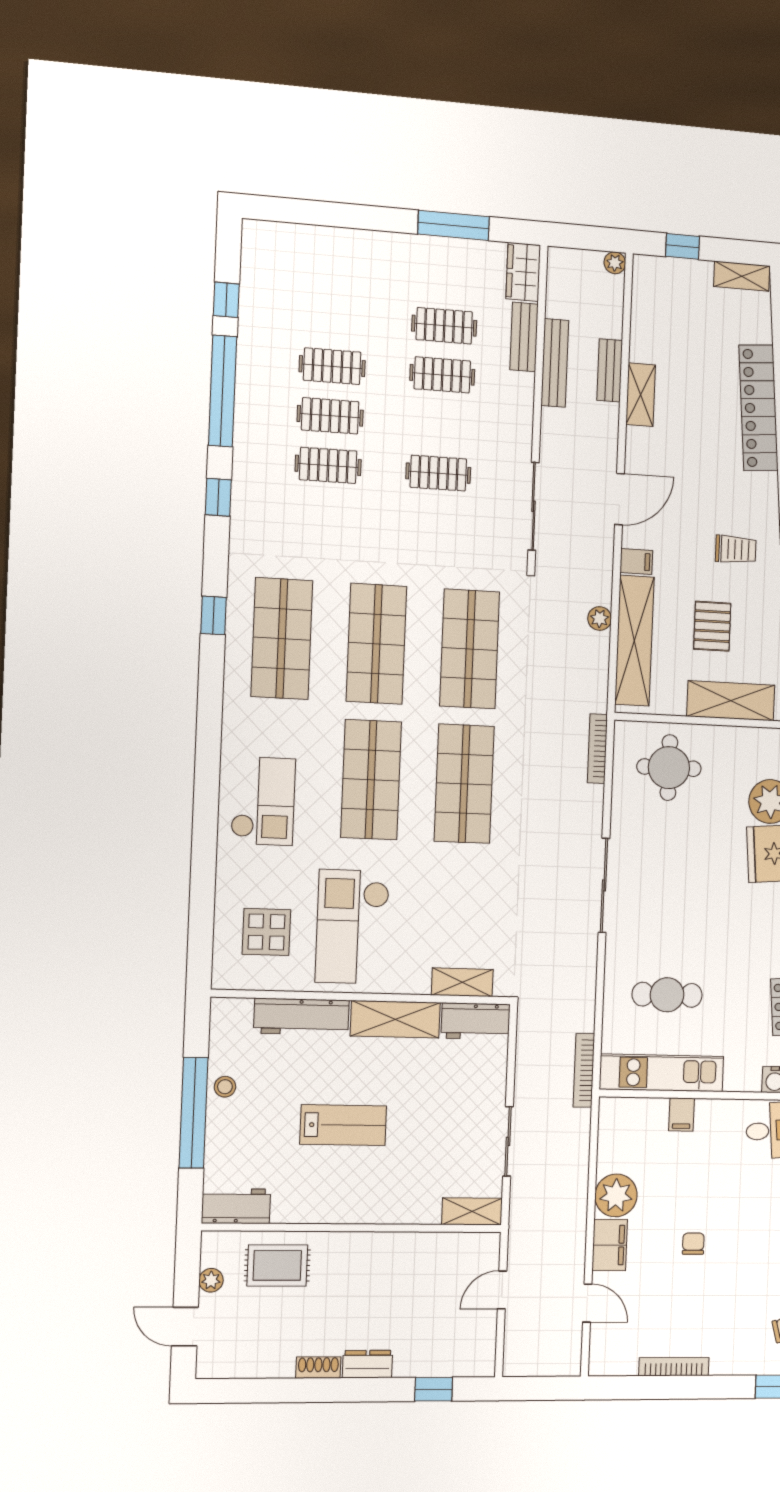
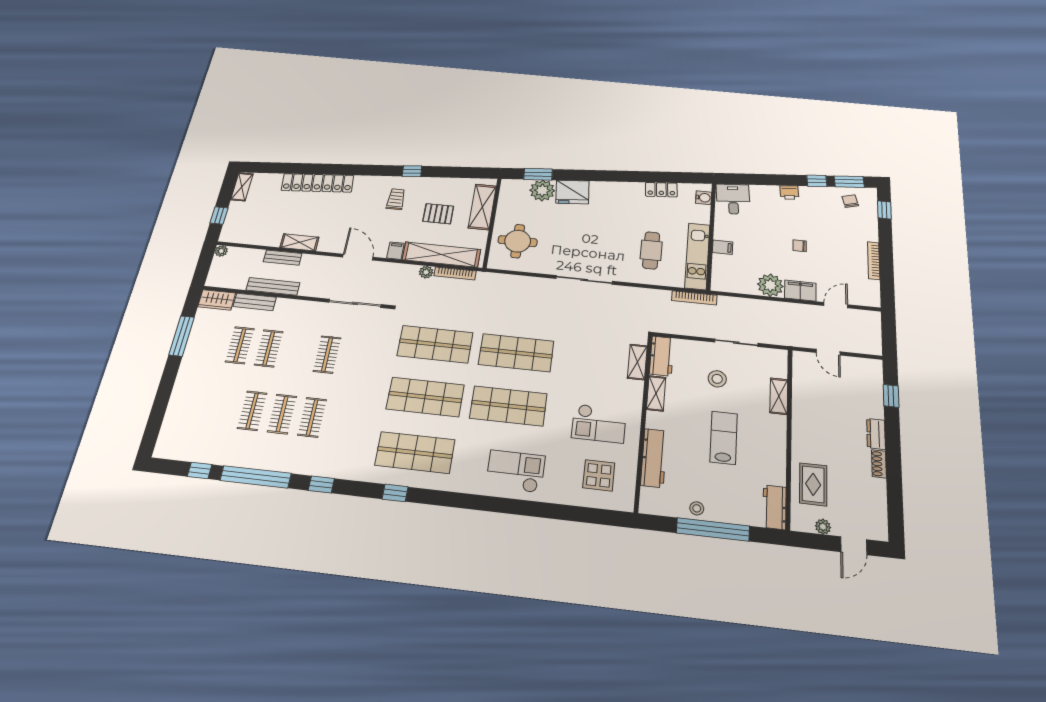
bookcase: (597, 749) -> (455, 273), moved
checkout: (352, 927) -> (599, 423), width x0.73, depth x0.83
shelving: (395, 1019) -> (656, 393), width x0.67, depth x0.75
stool: (442, 1112) -> (717, 379), added
shelving: (472, 1211) -> (779, 396), moved

